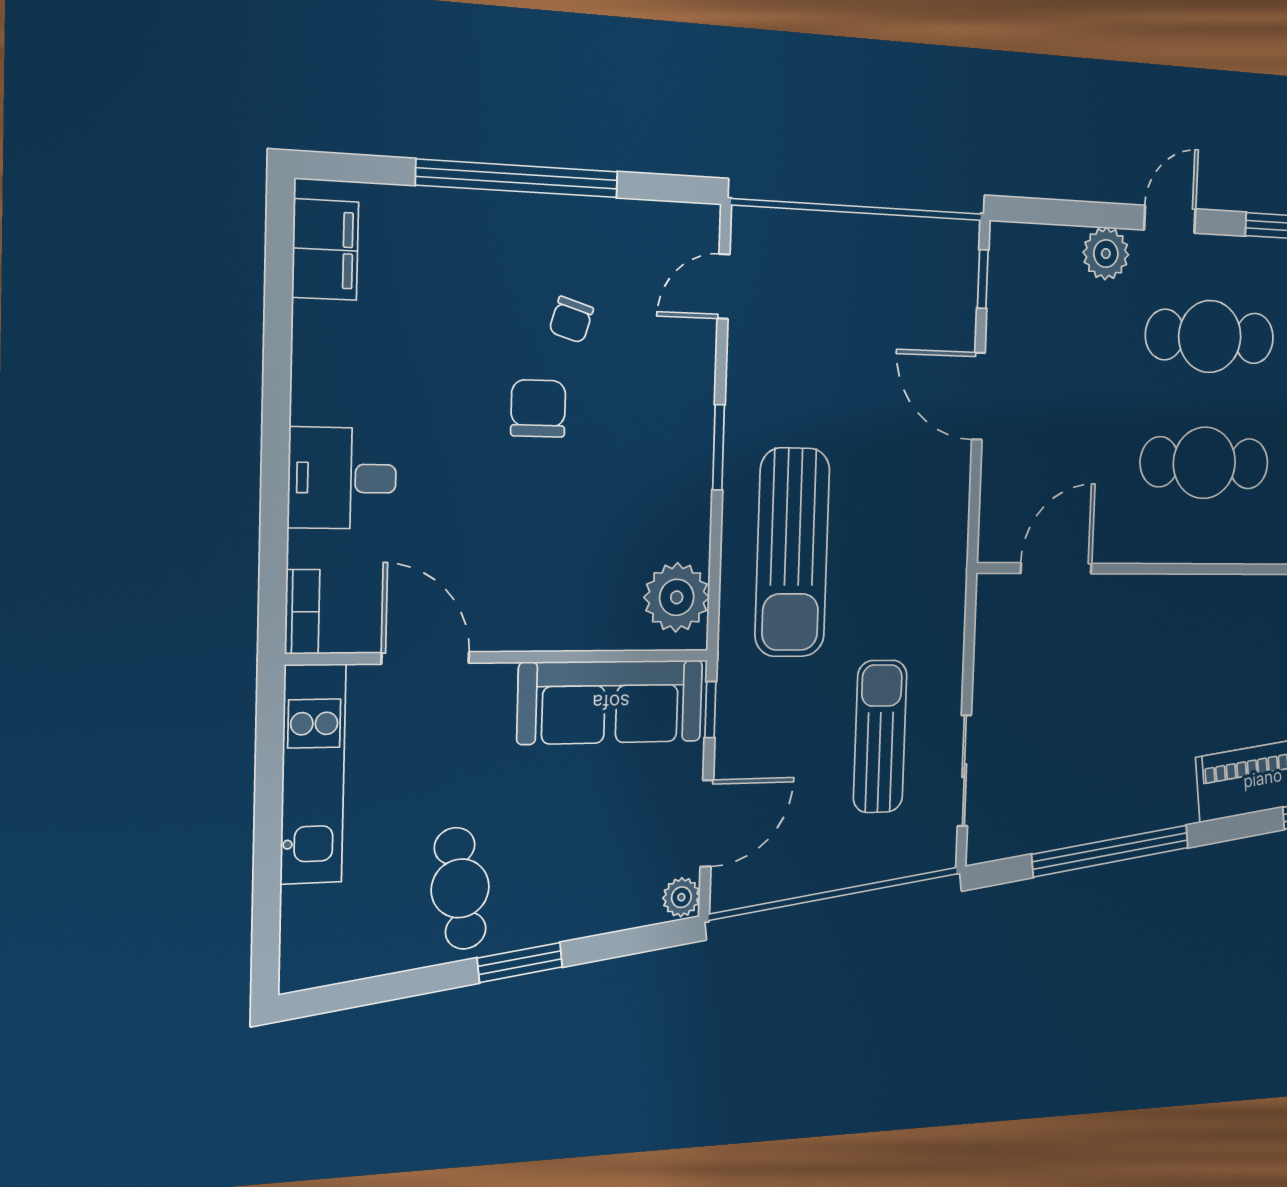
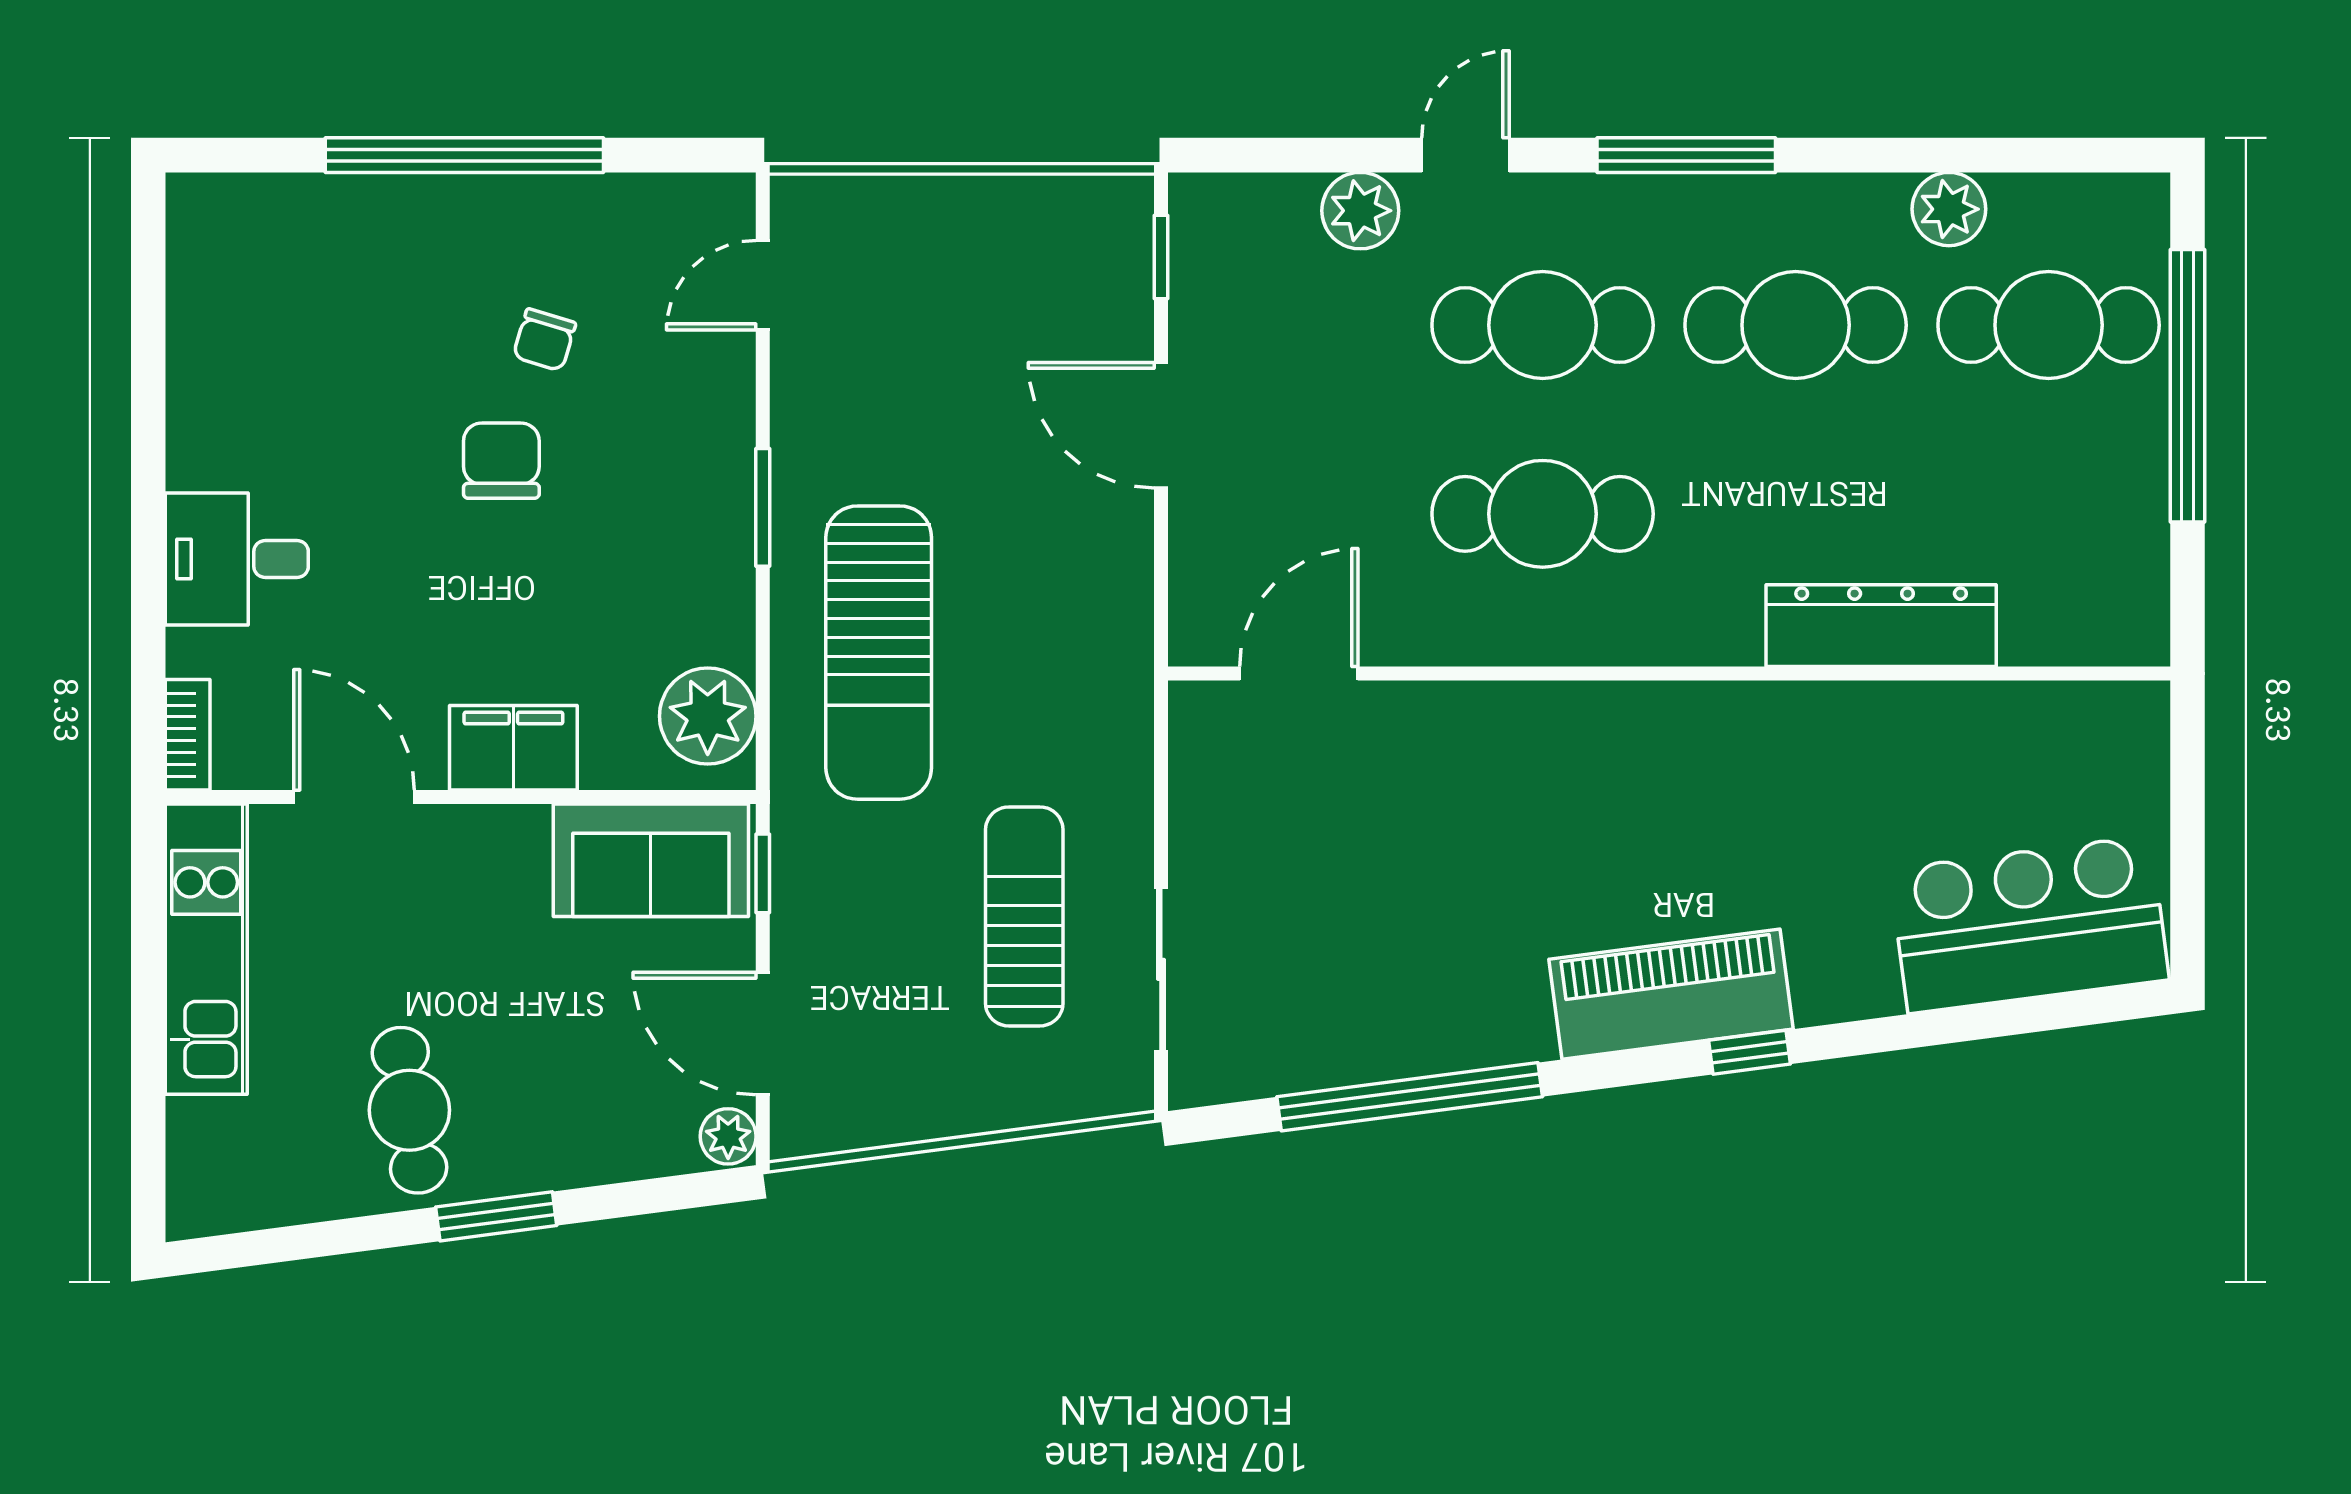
filing cabinet: (325, 250) -> (513, 748), moved, turned -90
sofa: (611, 702) -> (651, 860), width x0.73
door: (707, 823) -> (763, 1034), swing flipped

